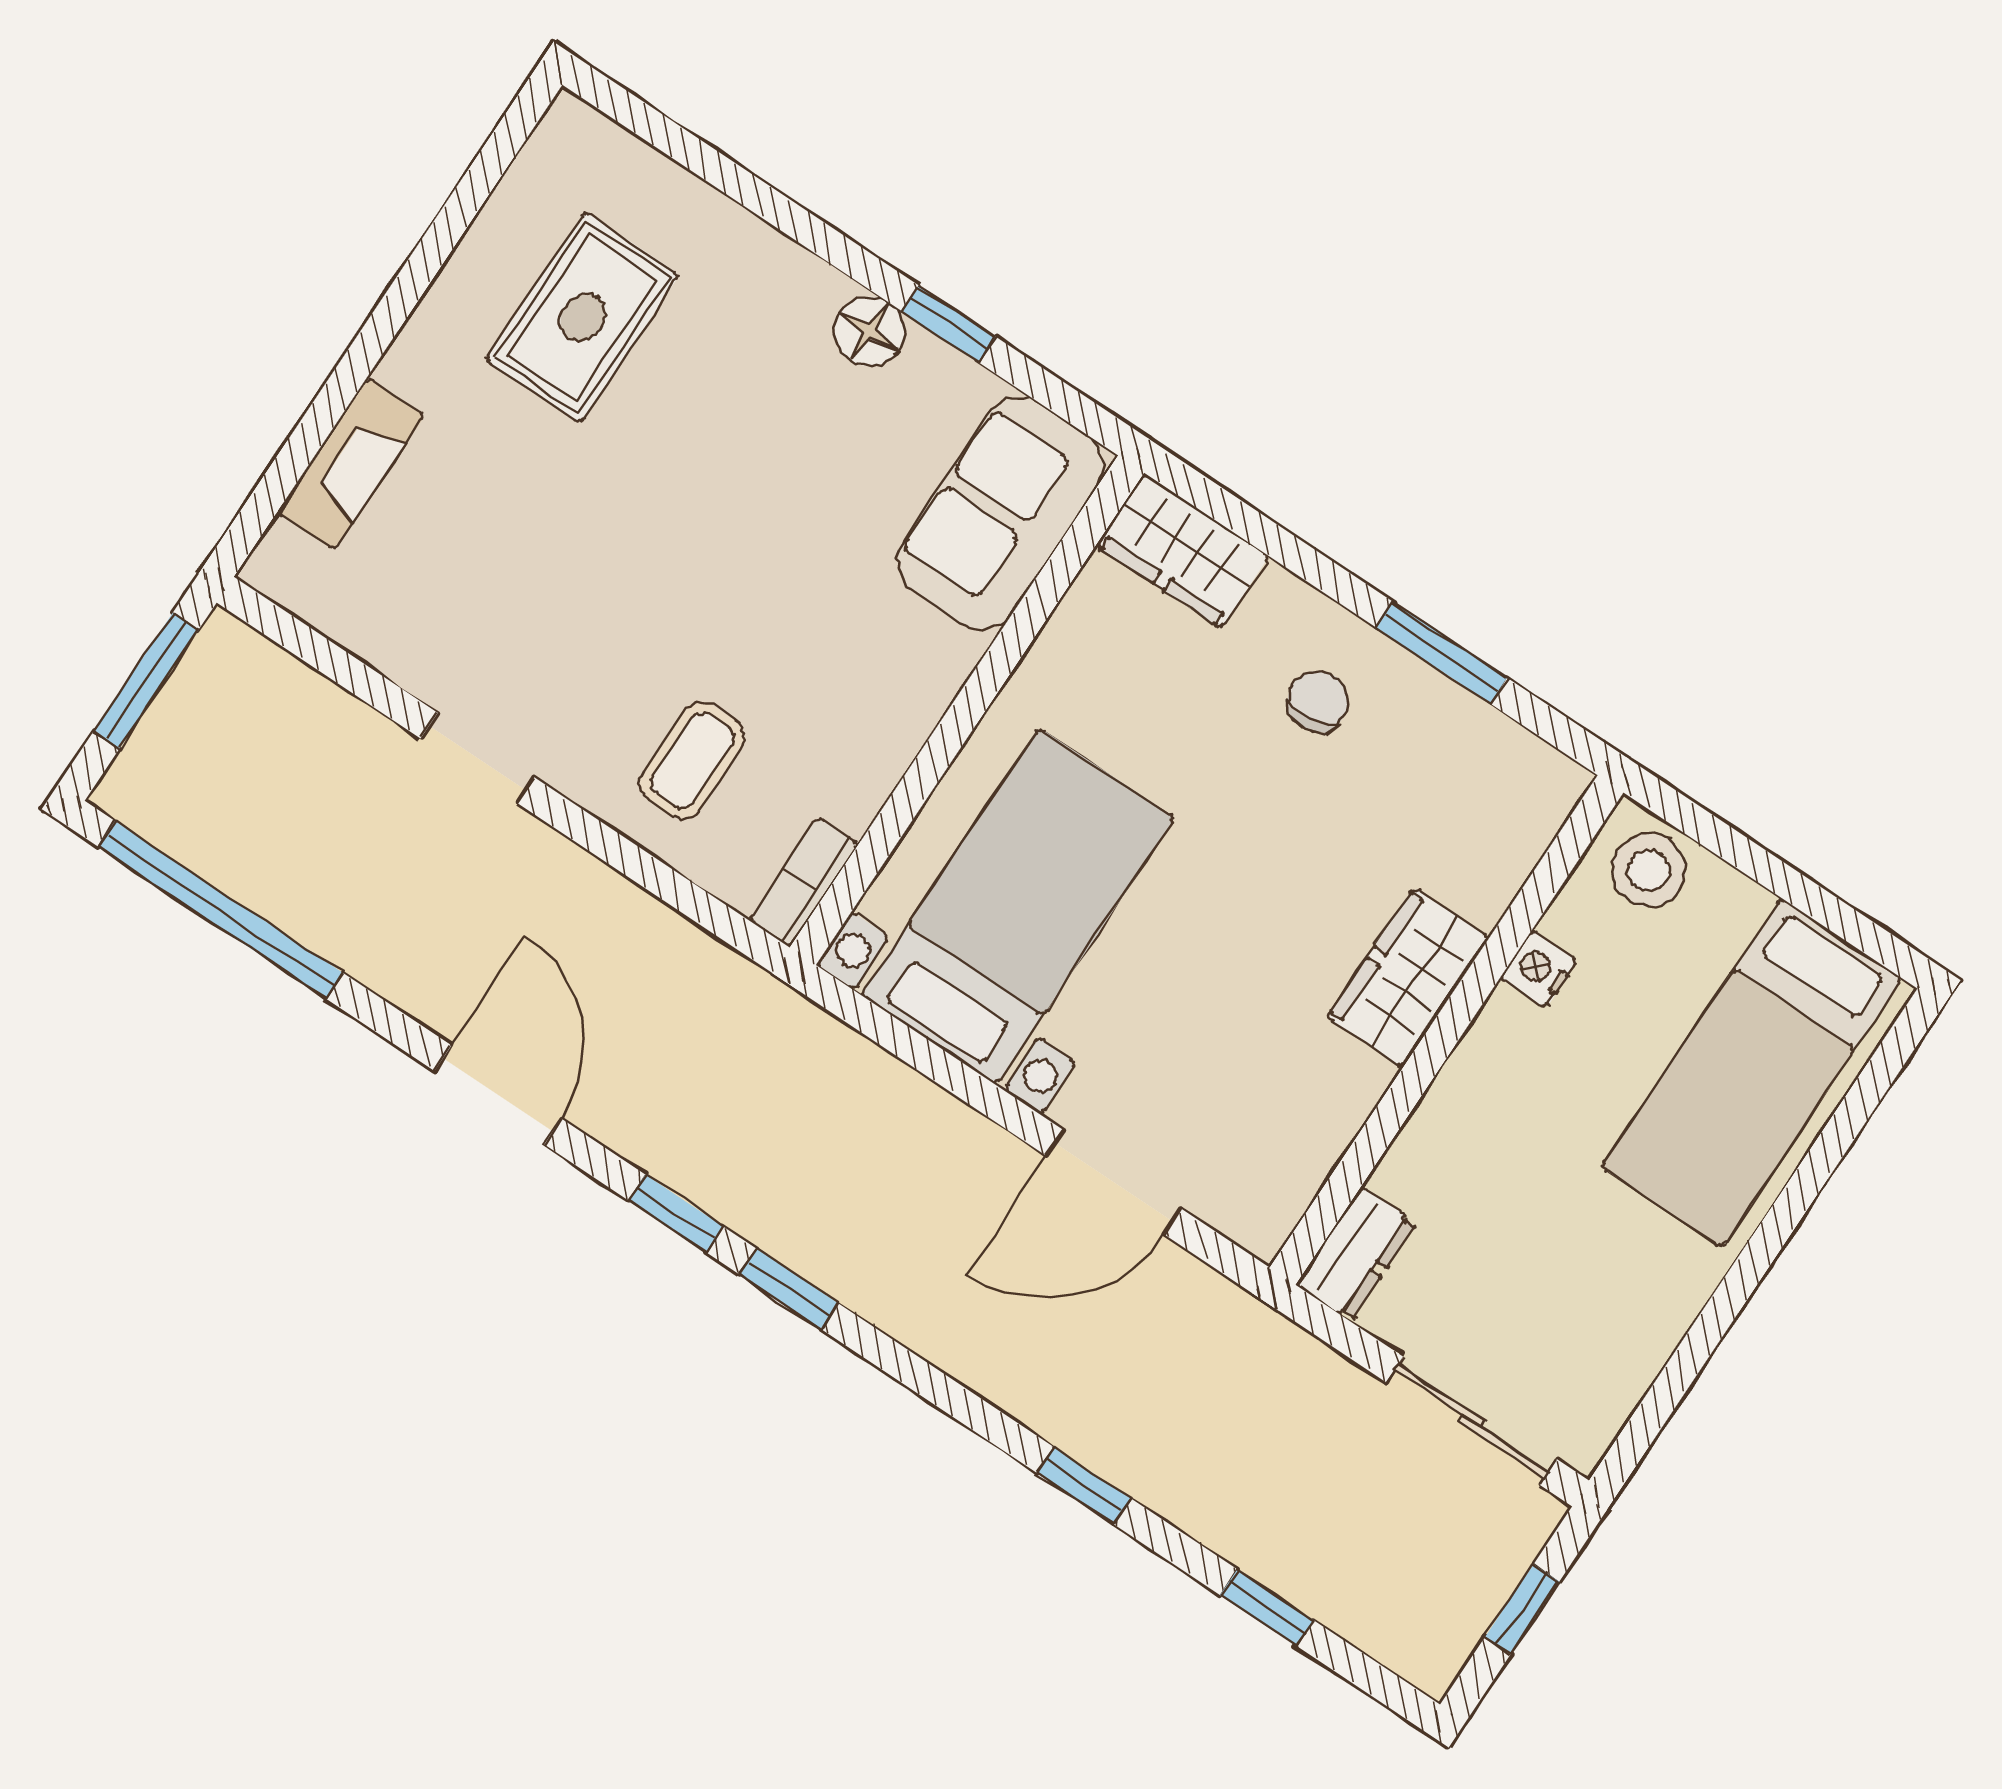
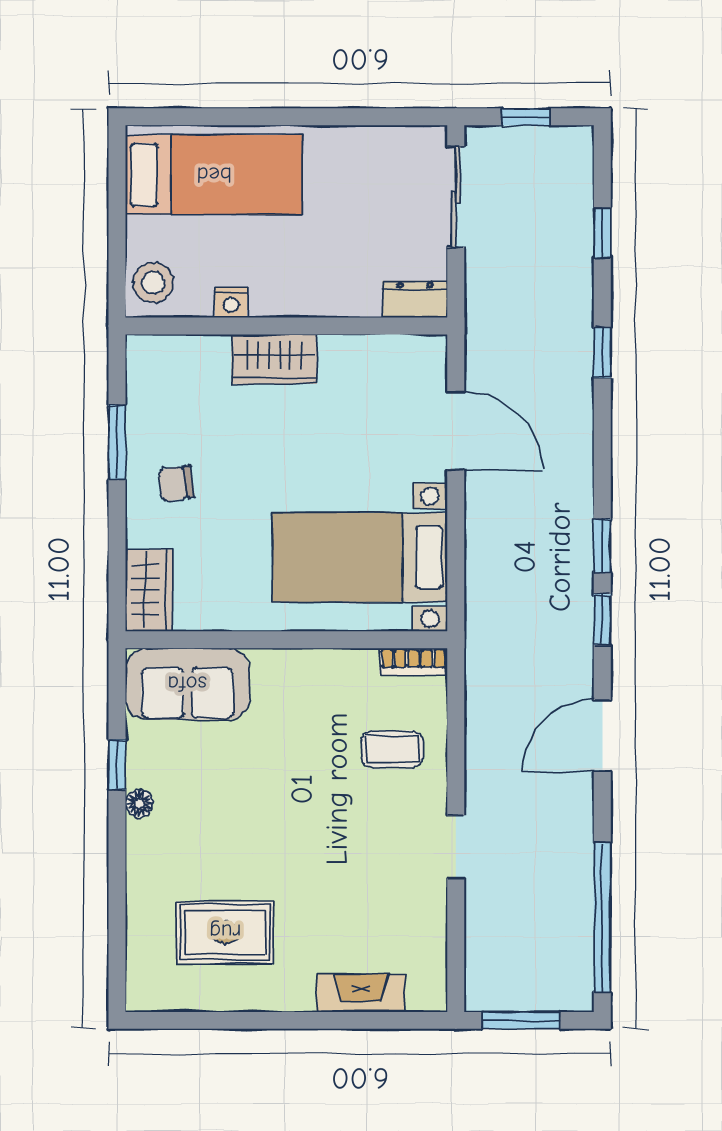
floor lamp: (869, 331) -> (139, 803), width x0.73, depth x0.73

